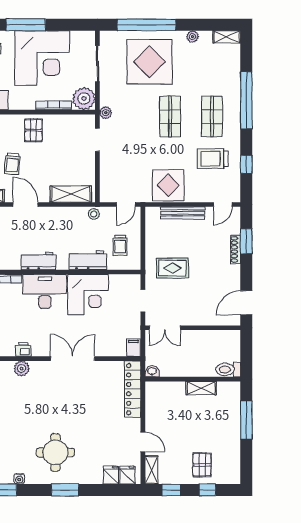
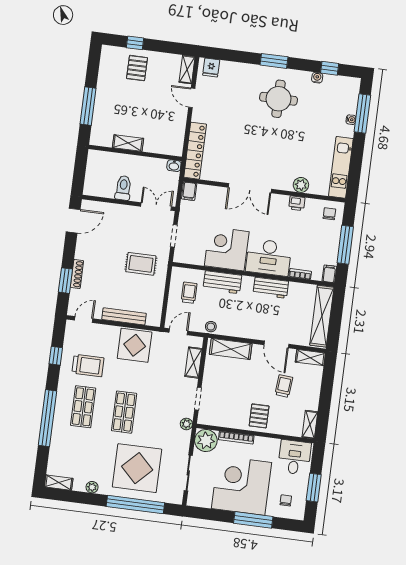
shelving: (107, 176) -> (194, 363), added
toilet: (228, 369) -> (123, 188), moved, turned -90
fridge: (111, 475) -> (227, 70), removed
window: (171, 490) -> (170, 48), removed

